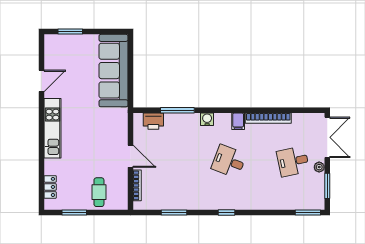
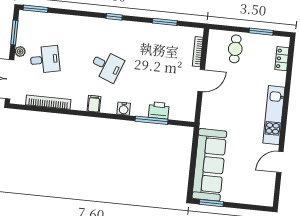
window: (70, 32) -> (211, 203), moved
bookcase: (268, 118) -> (48, 102), moved
printer: (153, 121) -> (159, 110), moved
door: (131, 156) -> (201, 80), swing flipped

